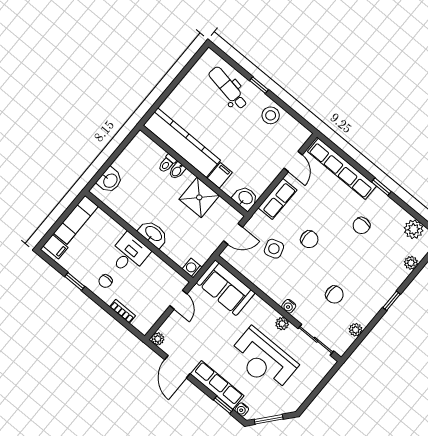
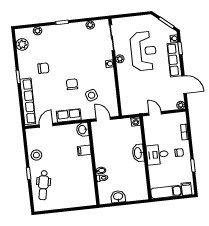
kitchen counter: (182, 143) -> (87, 181), removed
washbasin: (110, 180) -> (118, 197), moved
shower: (199, 197) -> (102, 149), removed
sofa: (226, 288) -> (129, 99), removed
chair: (334, 295) -> (85, 49), removed
door: (178, 300) -> (155, 113), hinge flipped
door: (177, 367) -> (184, 85), hinge flipped

